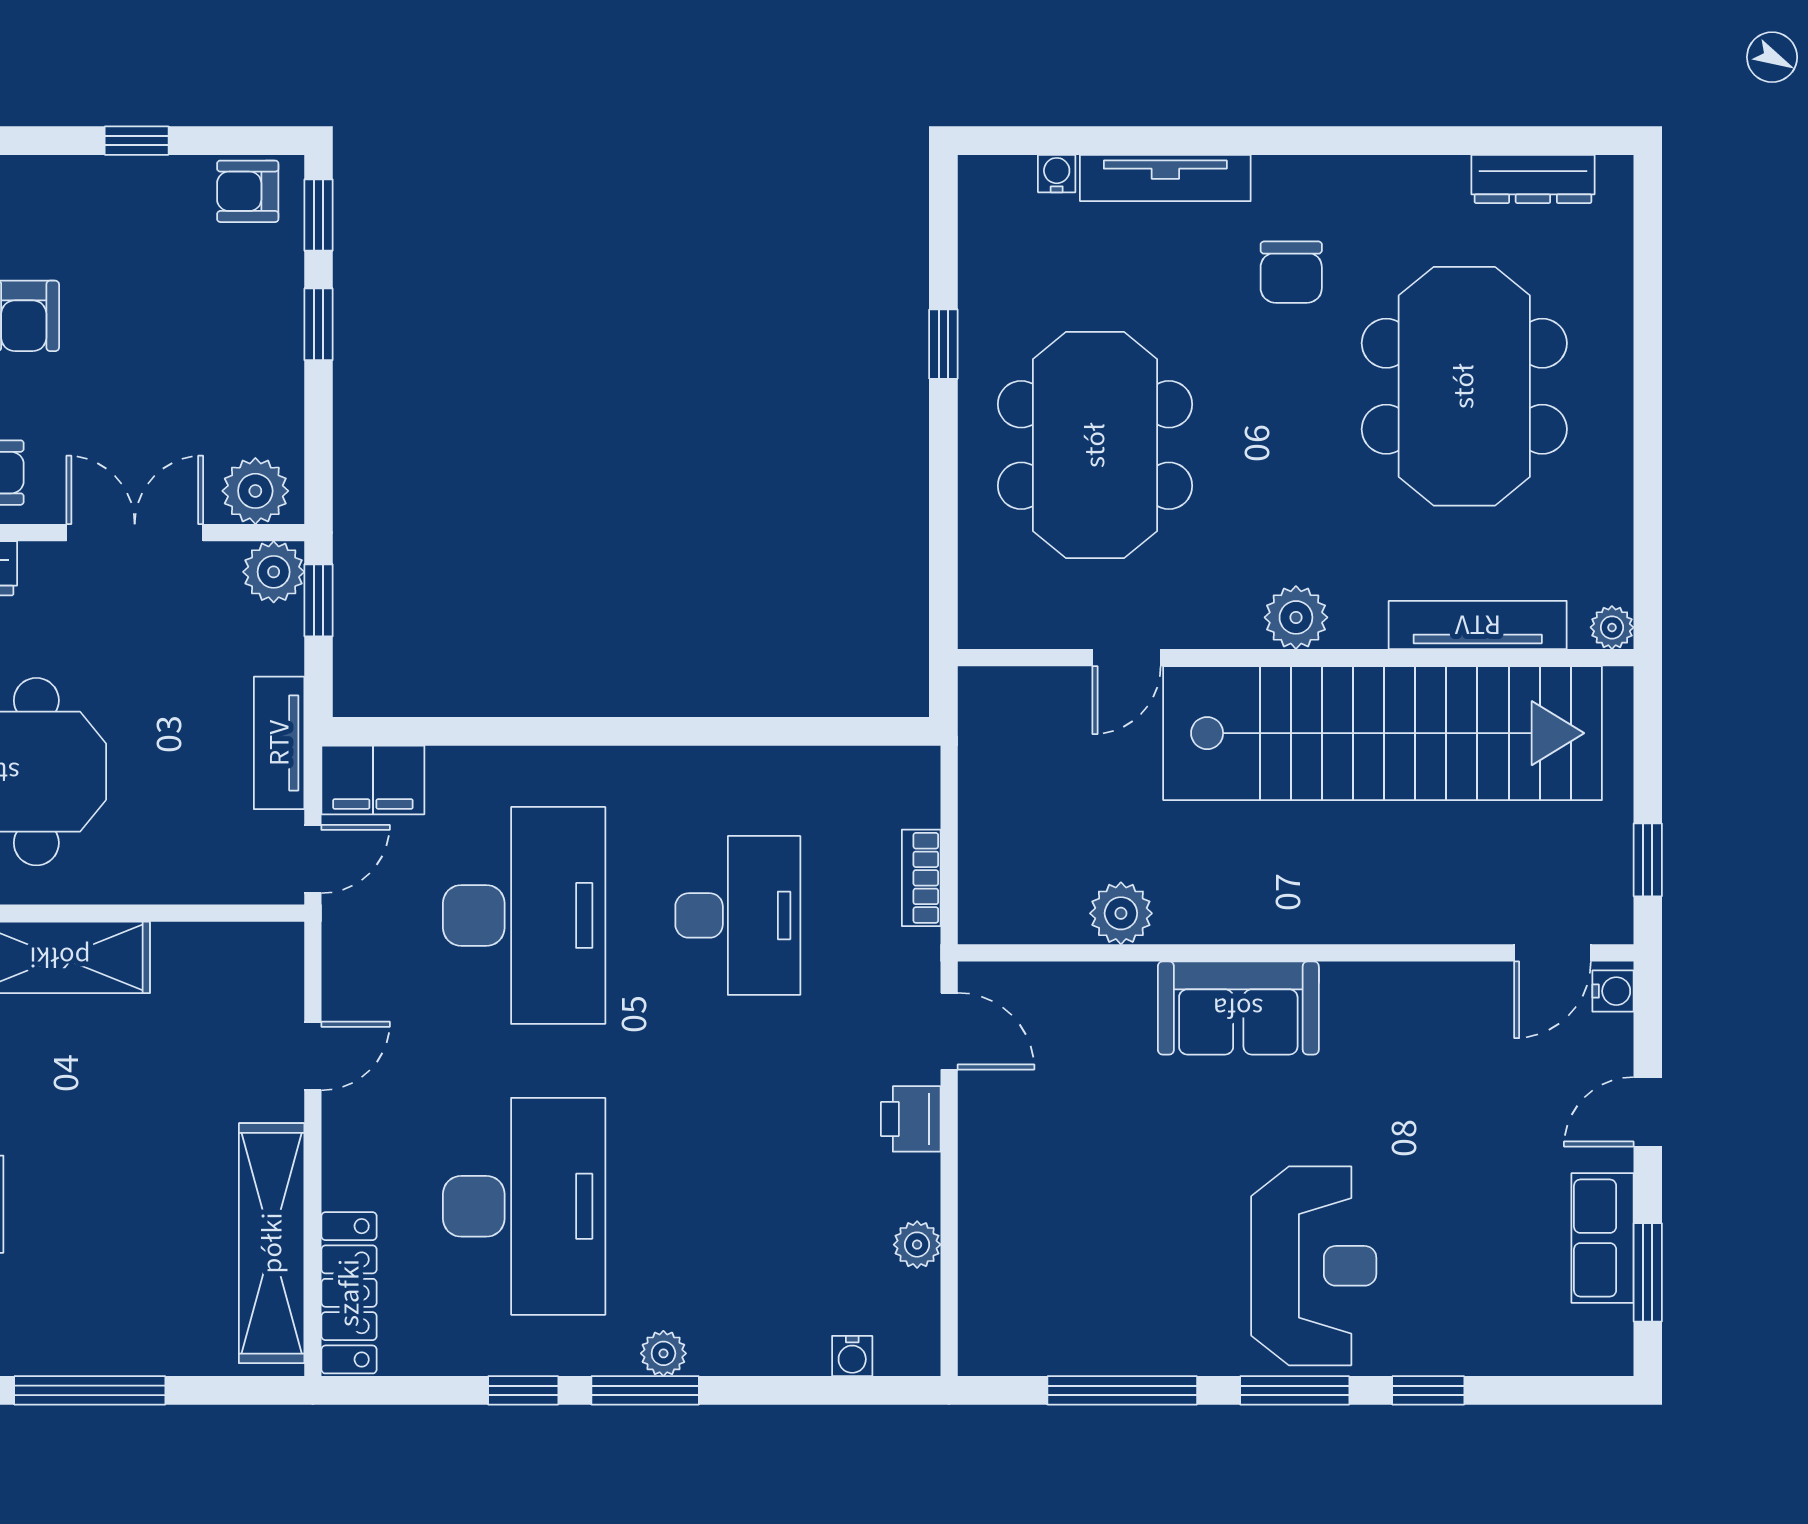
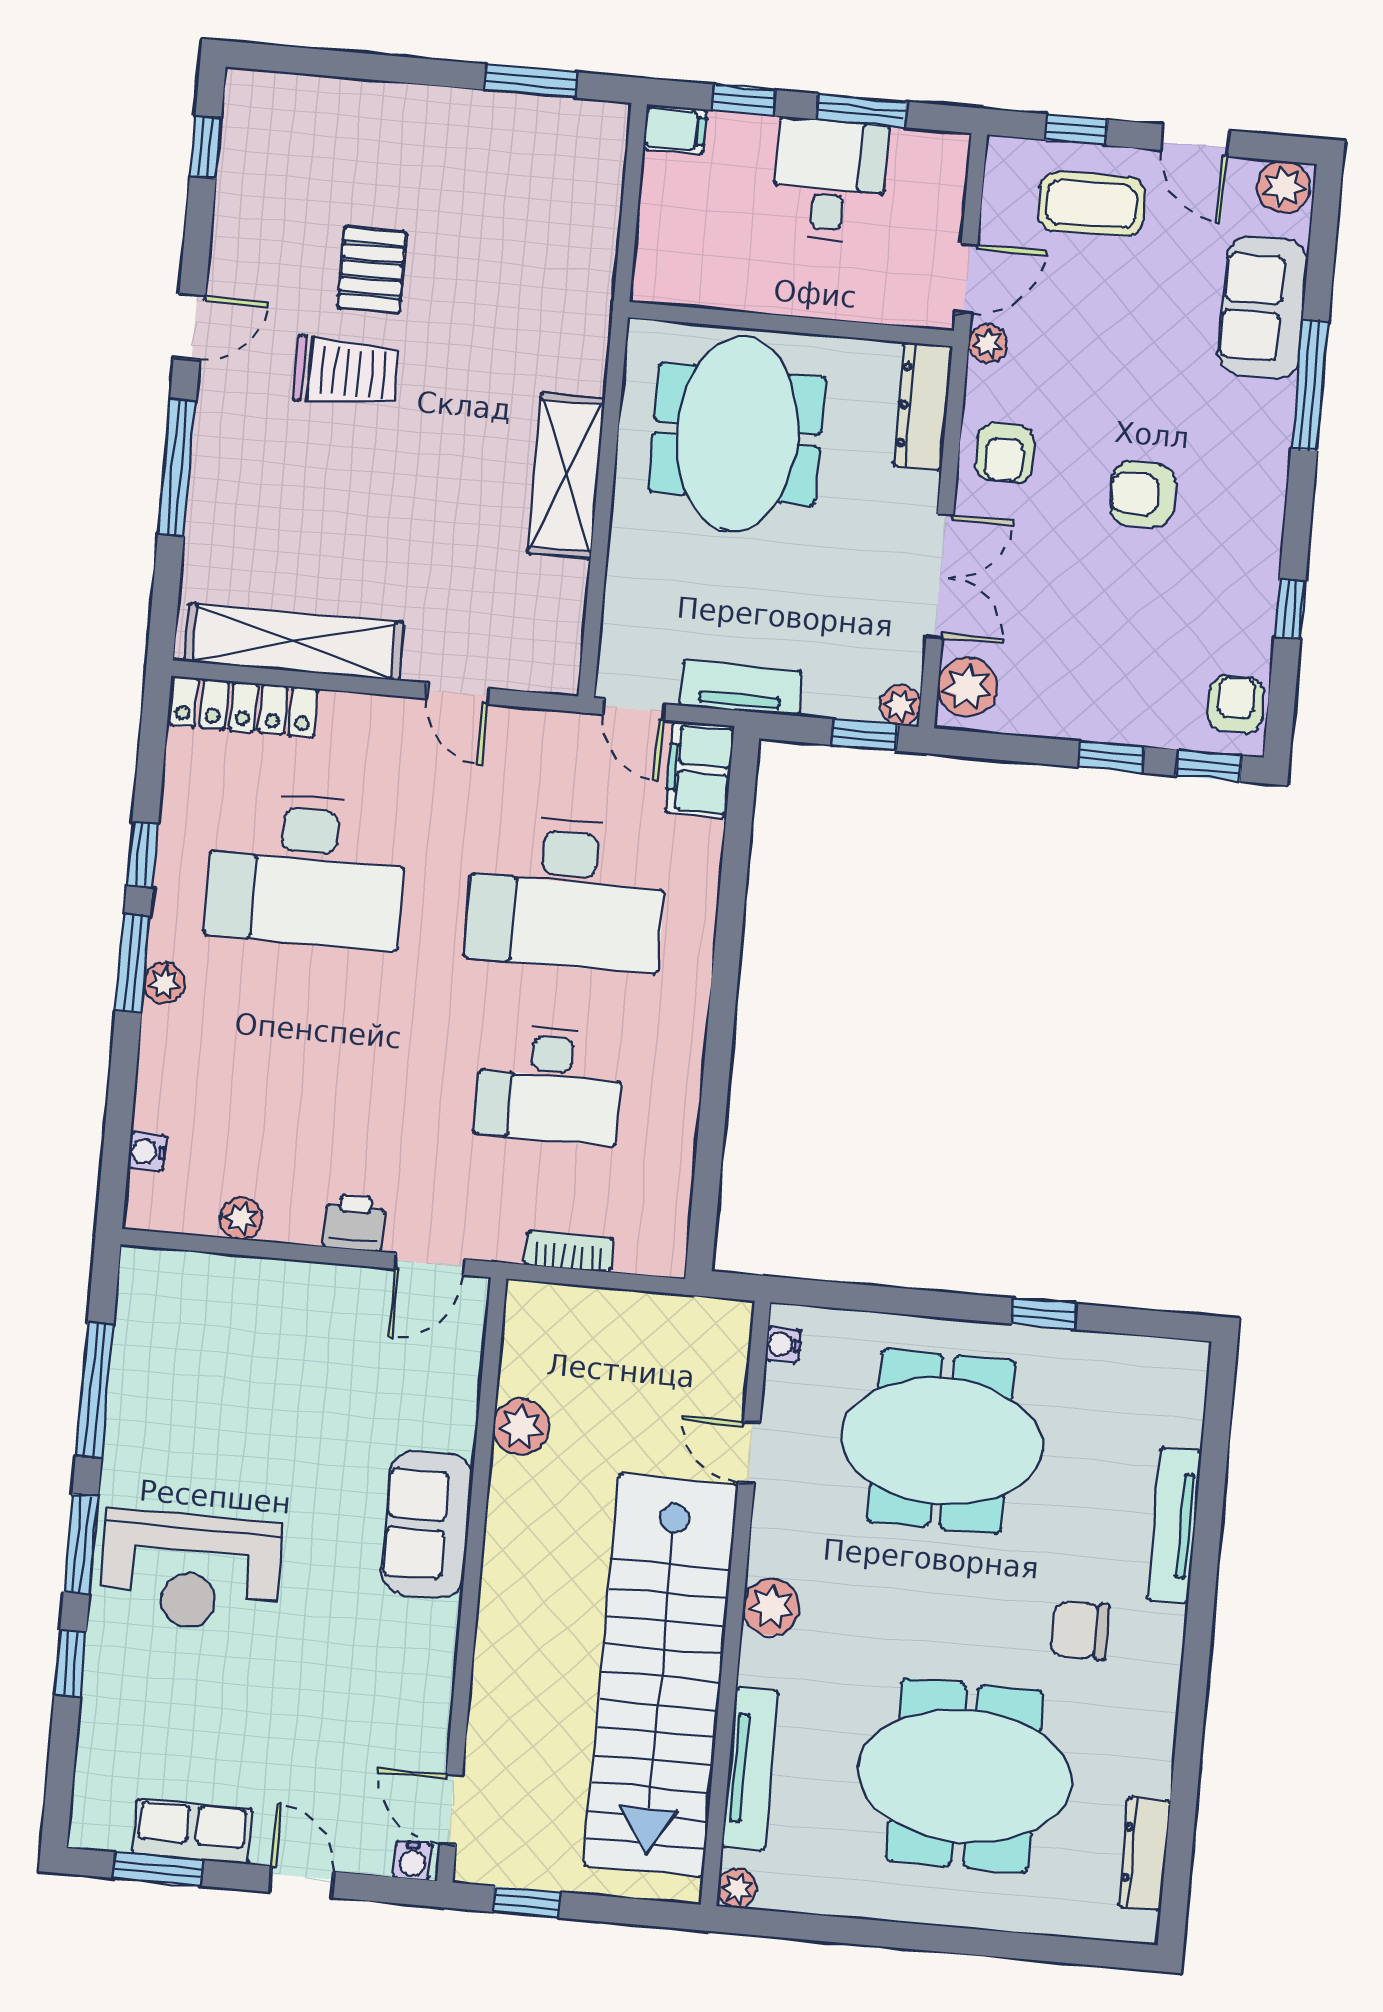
water cooler: (1057, 174) -> (783, 1345), moved, turned 180
plant: (274, 572) -> (900, 705), width x0.73, depth x0.73

